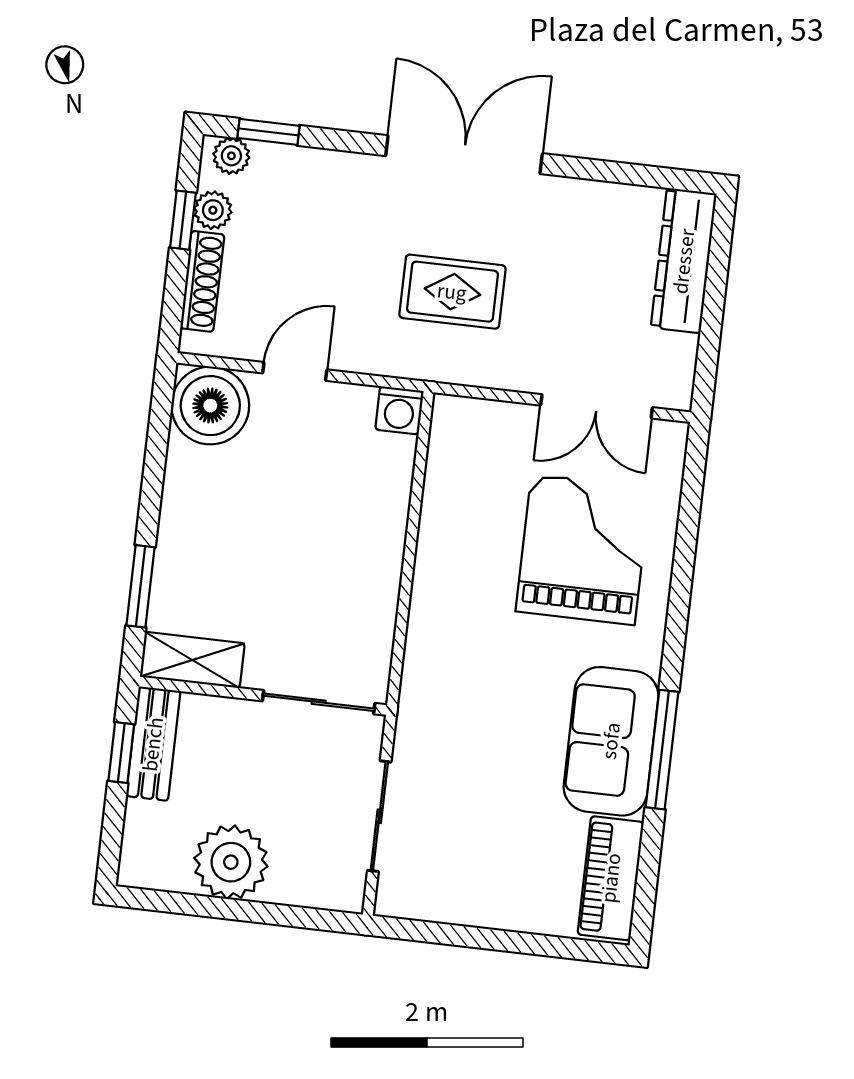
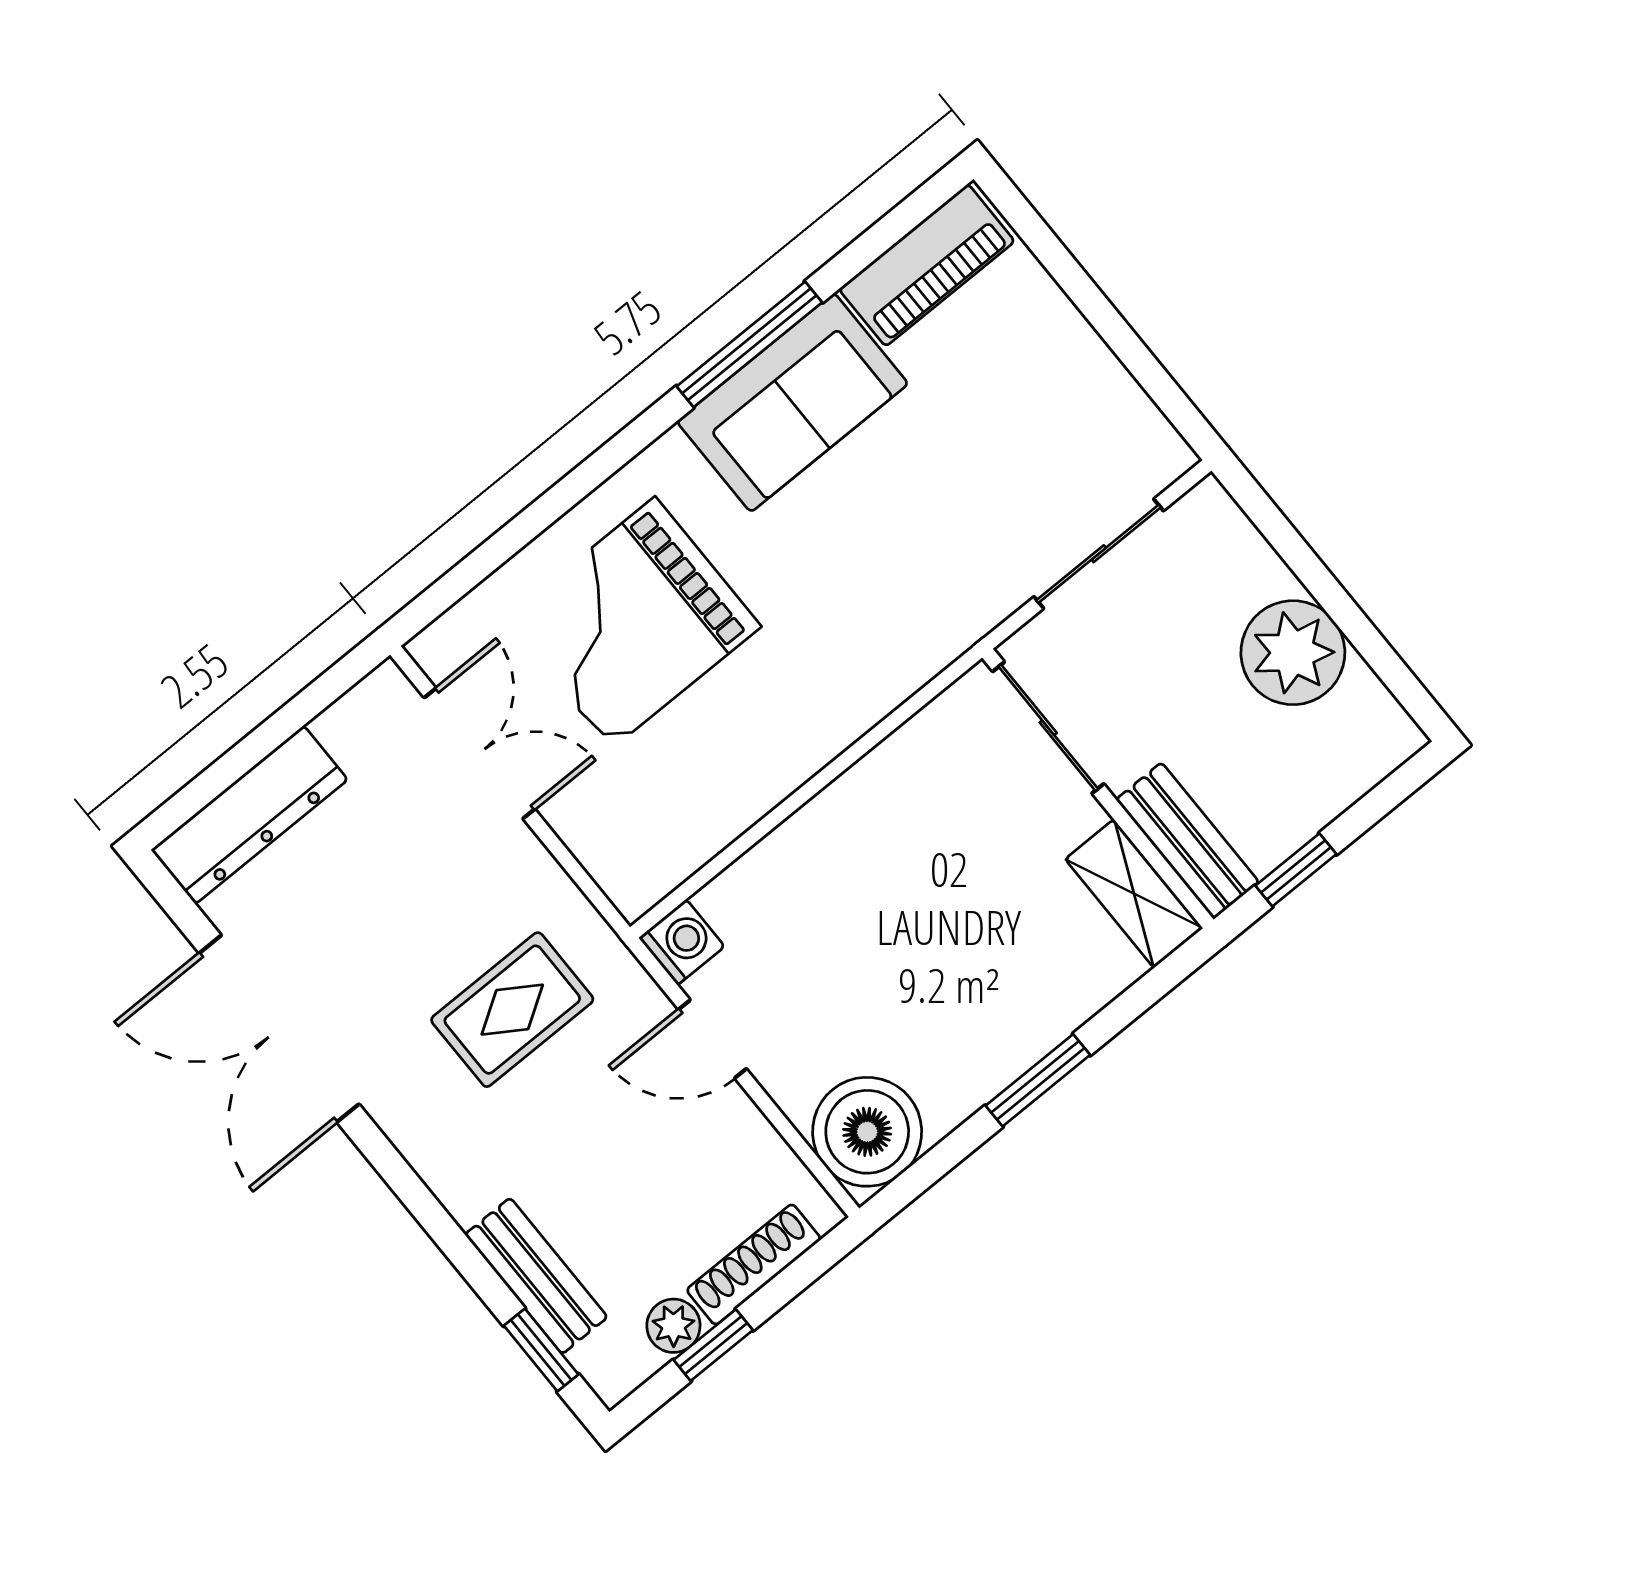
double door: (464, 155) -> (279, 1029), moved
plant: (231, 156) -> (602, 1362), removed
bench: (308, 167) -> (536, 1276), added
rug: (452, 292) -> (512, 1010), turned 90
door: (295, 371) -> (712, 1039), moved
window: (141, 586) -> (1038, 1080), moved
bench: (153, 744) -> (1187, 841), moved, turned 90

